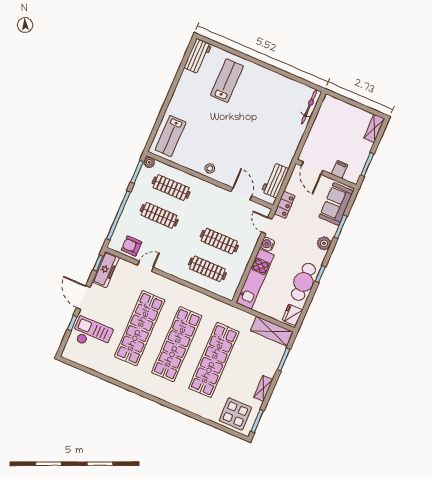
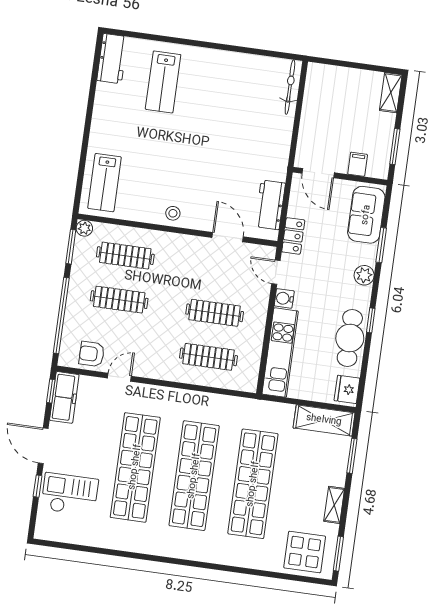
lab bench: (227, 81) -> (163, 82), turned 180

